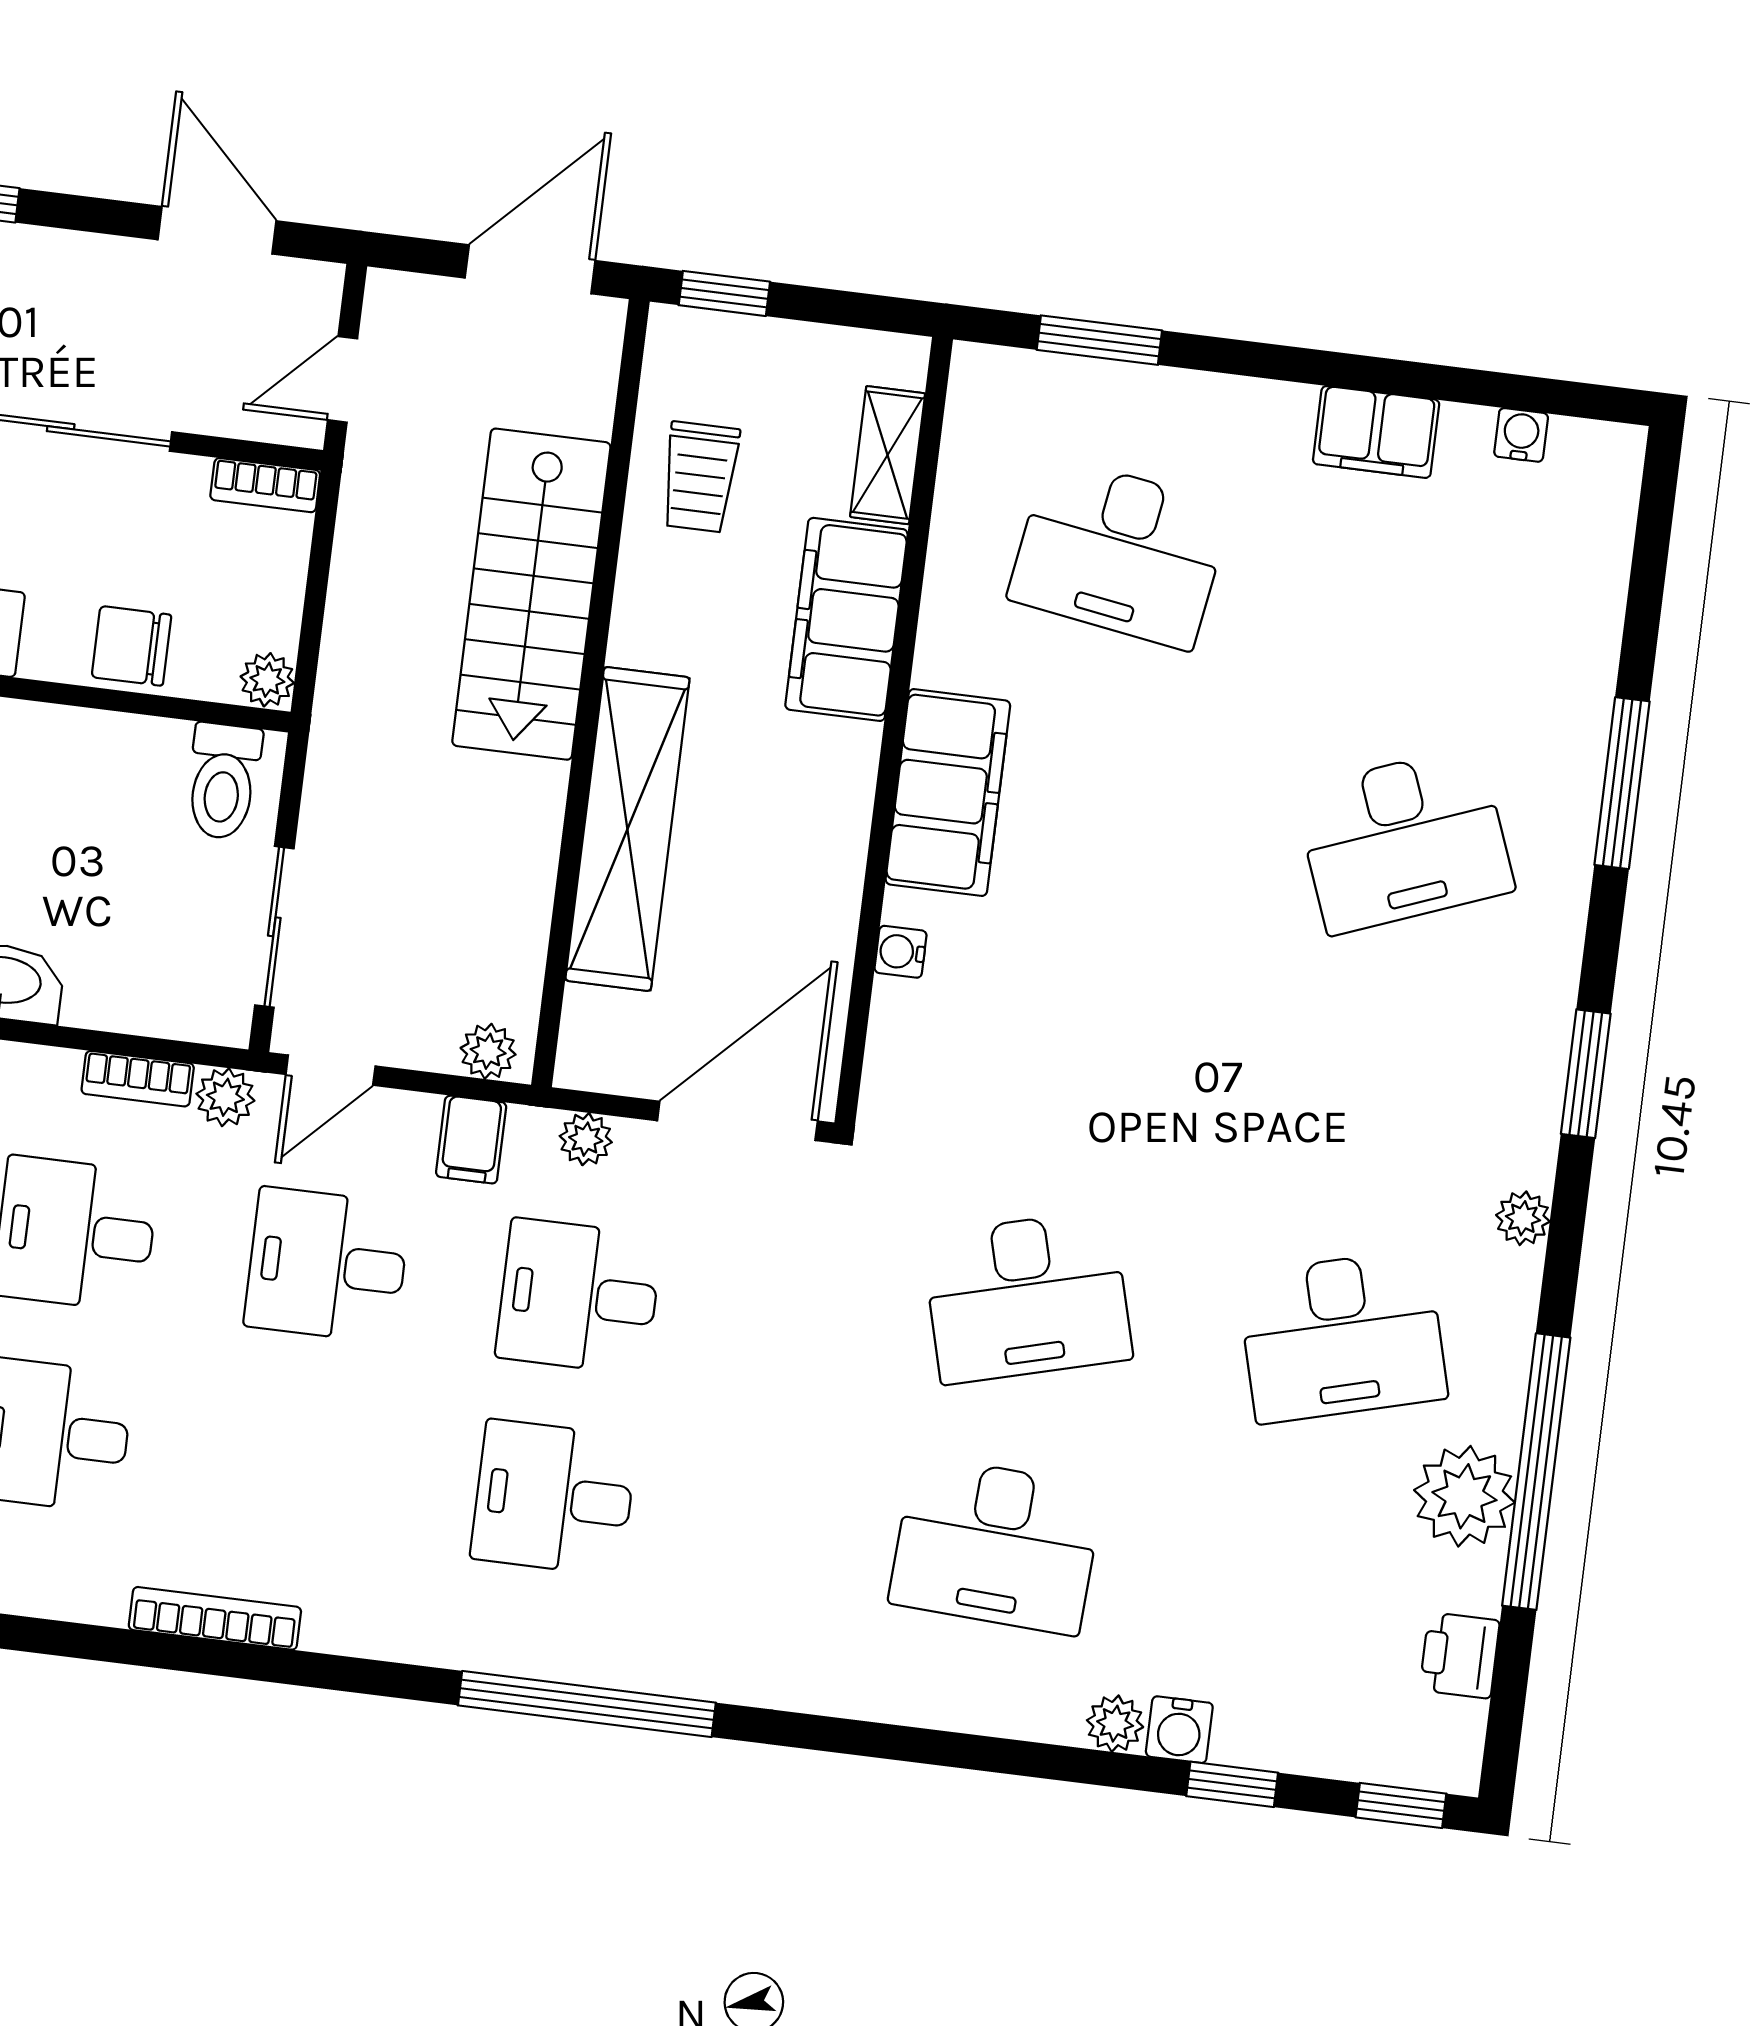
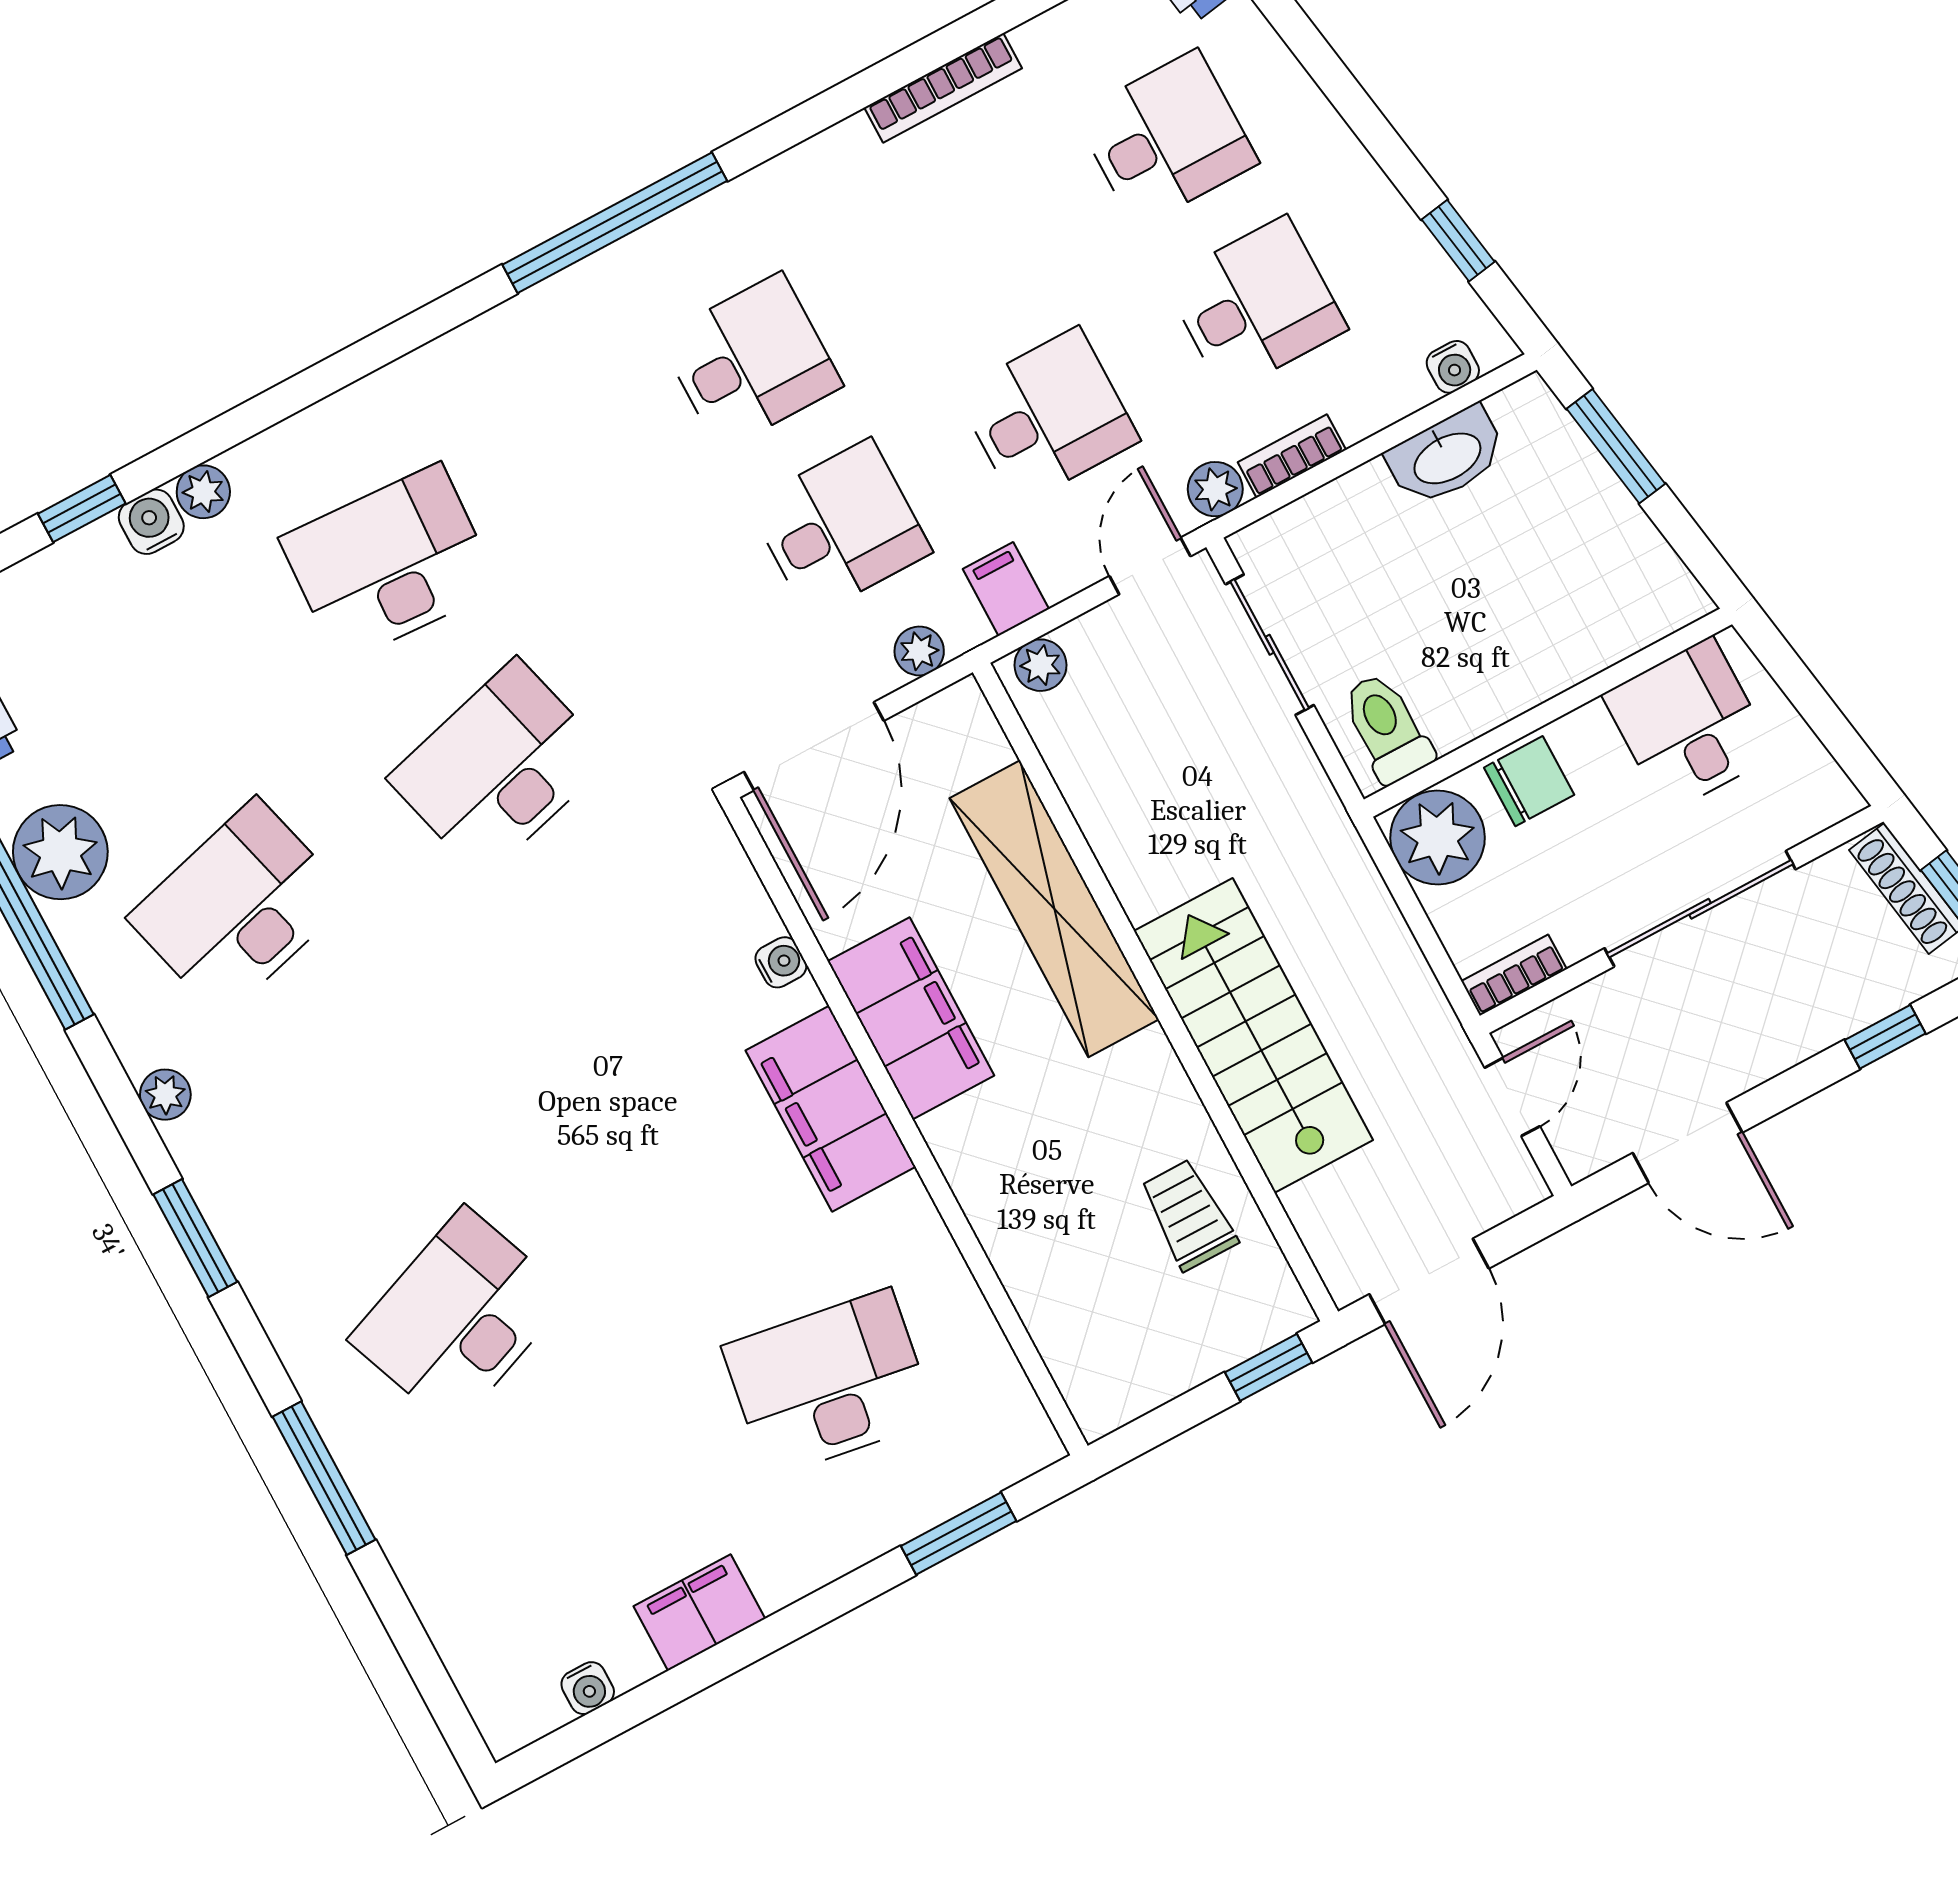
shelving: (888, 455) -> (1058, 1332), removed
filing cabinet: (846, 619) -> (911, 1018), moved
plant: (267, 680) -> (1438, 837), width x1.87, depth x1.87

